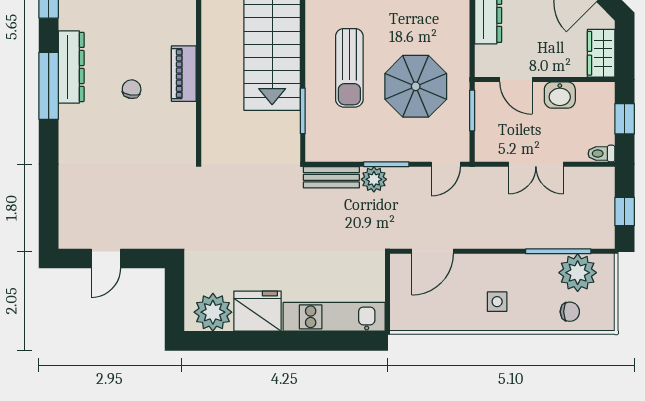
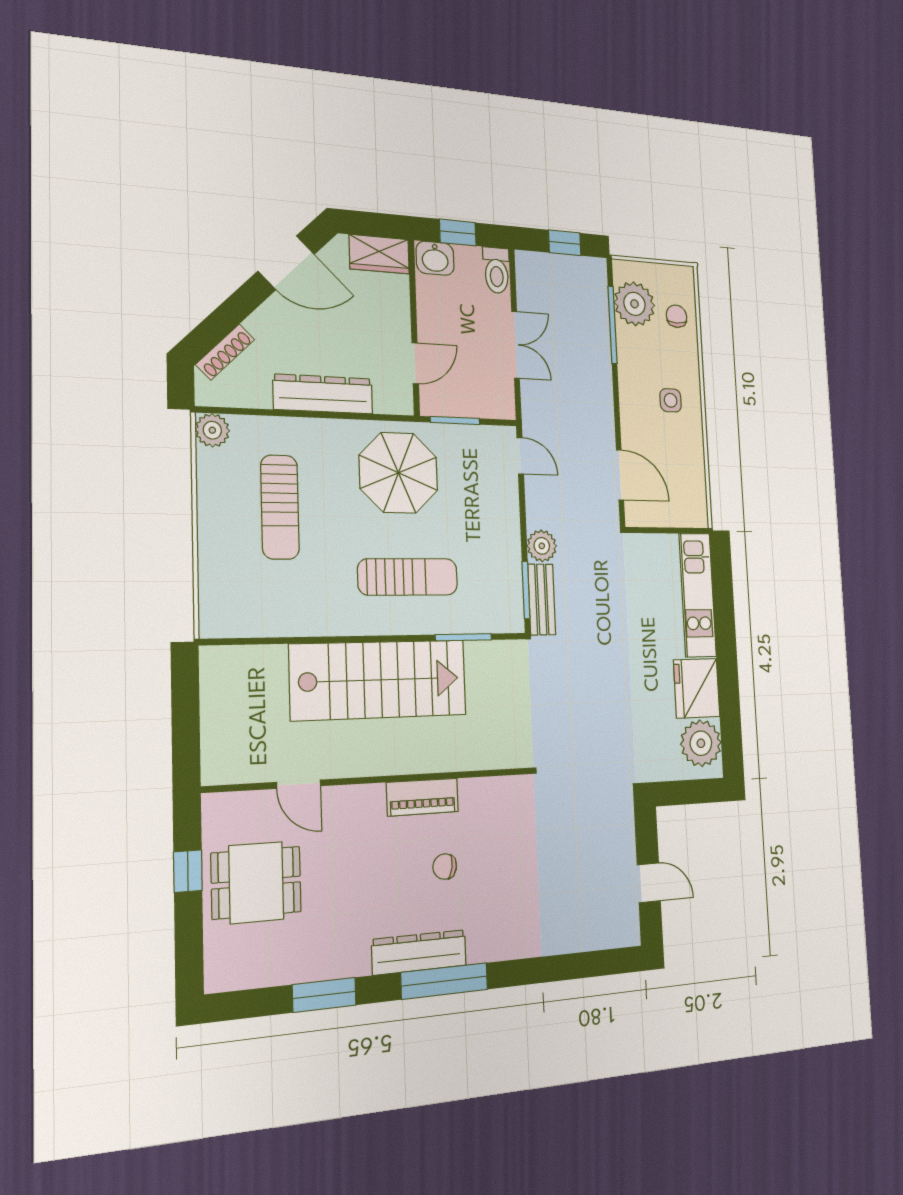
parasol: (416, 86) -> (398, 473), moved
washbasin: (560, 95) -> (435, 258), moved, turned 90
toilet: (601, 154) -> (496, 270), width x1.37, depth x1.39
window: (386, 164) -> (526, 590), moved

